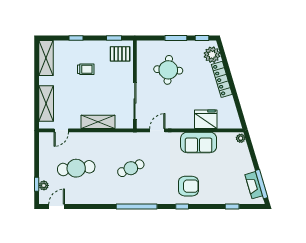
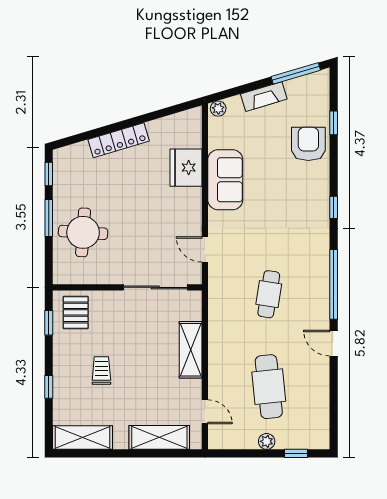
plant: (212, 55) -> (77, 157), removed
round table: (168, 70) -> (83, 232), moved
cafe table: (131, 168) -> (269, 294), turned 33
plant: (44, 185) -> (267, 441), moved
fireplace: (254, 185) -> (264, 97), moved
armchair: (188, 186) -> (308, 144), moved
door: (57, 207) -> (334, 343), moved

